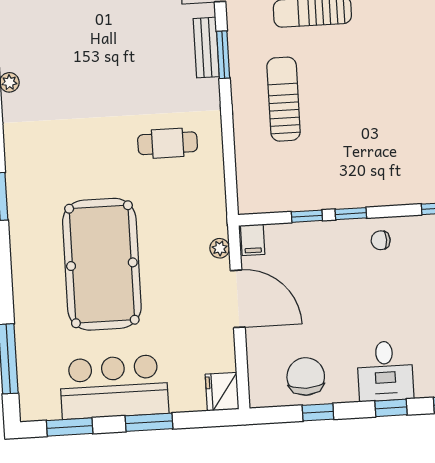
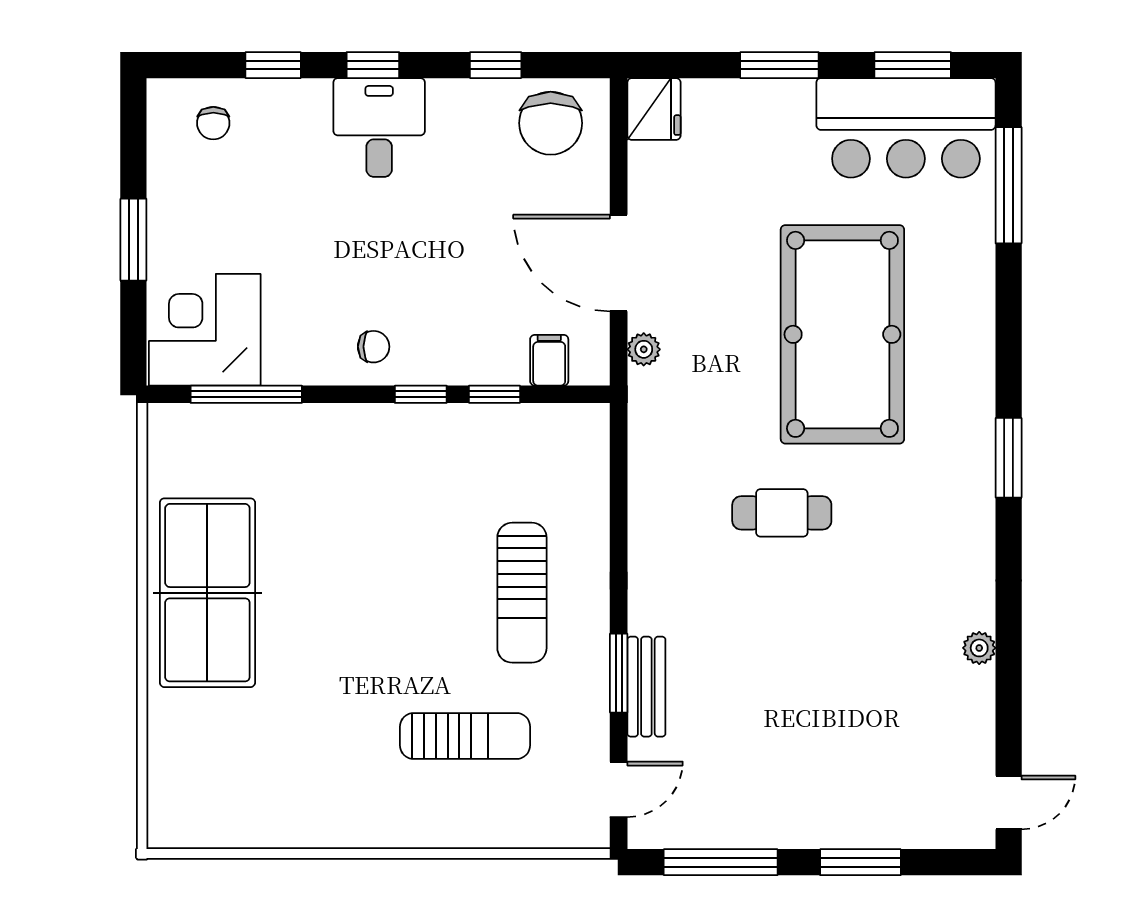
cafe table: (168, 143) -> (782, 513), moved
filing cabinet: (253, 240) -> (549, 360), moved
chair: (306, 376) -> (551, 123), moved
bar counter: (114, 387) -> (906, 128), moved

